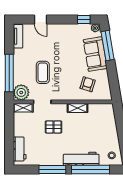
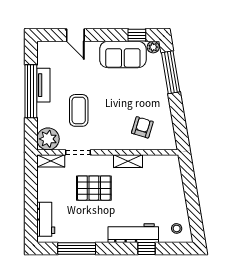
tv unit: (18, 36) -> (43, 85), moved
sofa: (95, 54) -> (123, 54), moved, turned -81
window: (9, 73) -> (31, 91), moved
pallet: (53, 127) -> (94, 188), width x1.50, depth x1.42
window: (52, 170) -> (77, 249), moved
window: (90, 170) -> (146, 249), width x0.32

